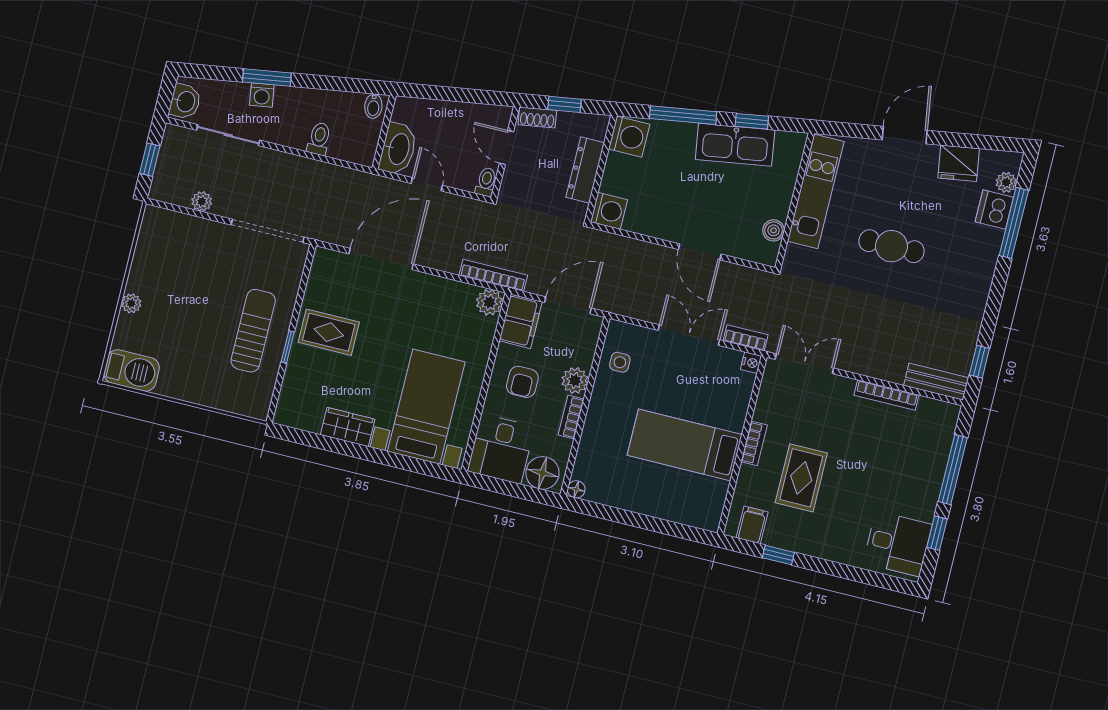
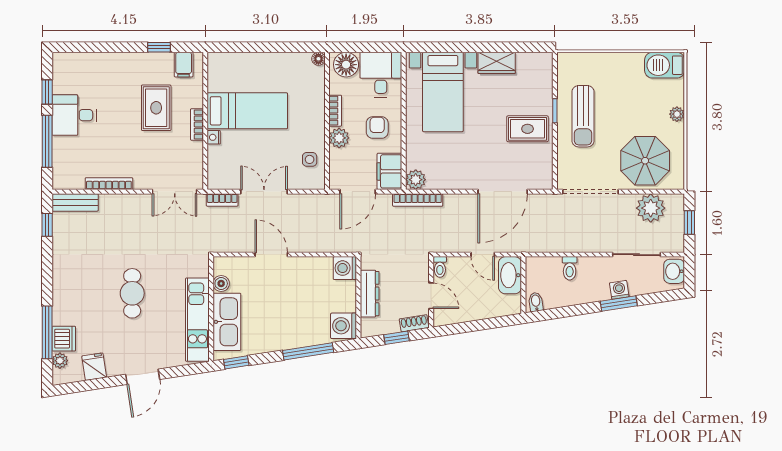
window: (752, 121) -> (236, 362), moved
kitchen sink: (735, 145) -> (227, 322), moved, turned 99
fridge: (959, 163) -> (94, 367), width x0.72
plant: (202, 201) -> (651, 208), width x1.87, depth x1.87
cafe table: (892, 246) -> (132, 293), turned 90
parasol: (187, 253) -> (645, 161), added
double door: (689, 335) -> (264, 192), swing flipped
nightstand: (751, 363) -> (214, 137), moved
desk: (898, 544) -> (74, 115), moved

